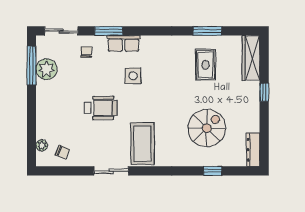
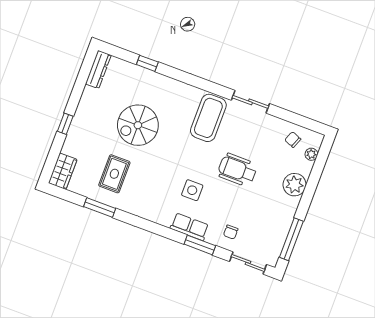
wardrobe: (251, 58) -> (63, 171), width x0.67
plant: (46, 69) -> (294, 185), moved
spiral stairs: (207, 128) -> (138, 125), moved

